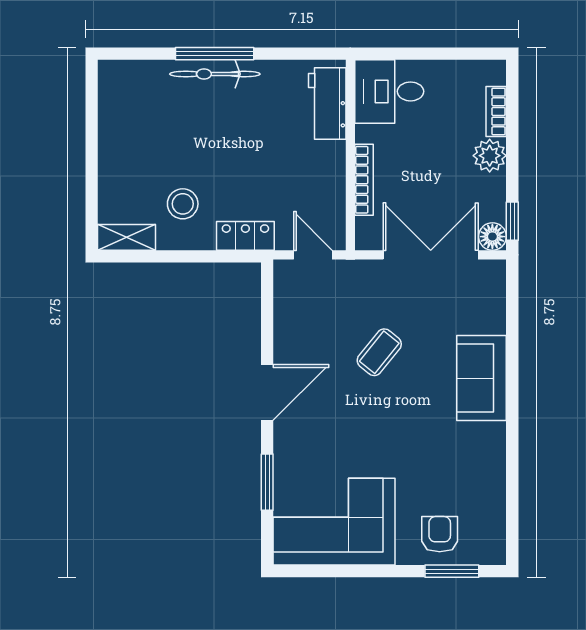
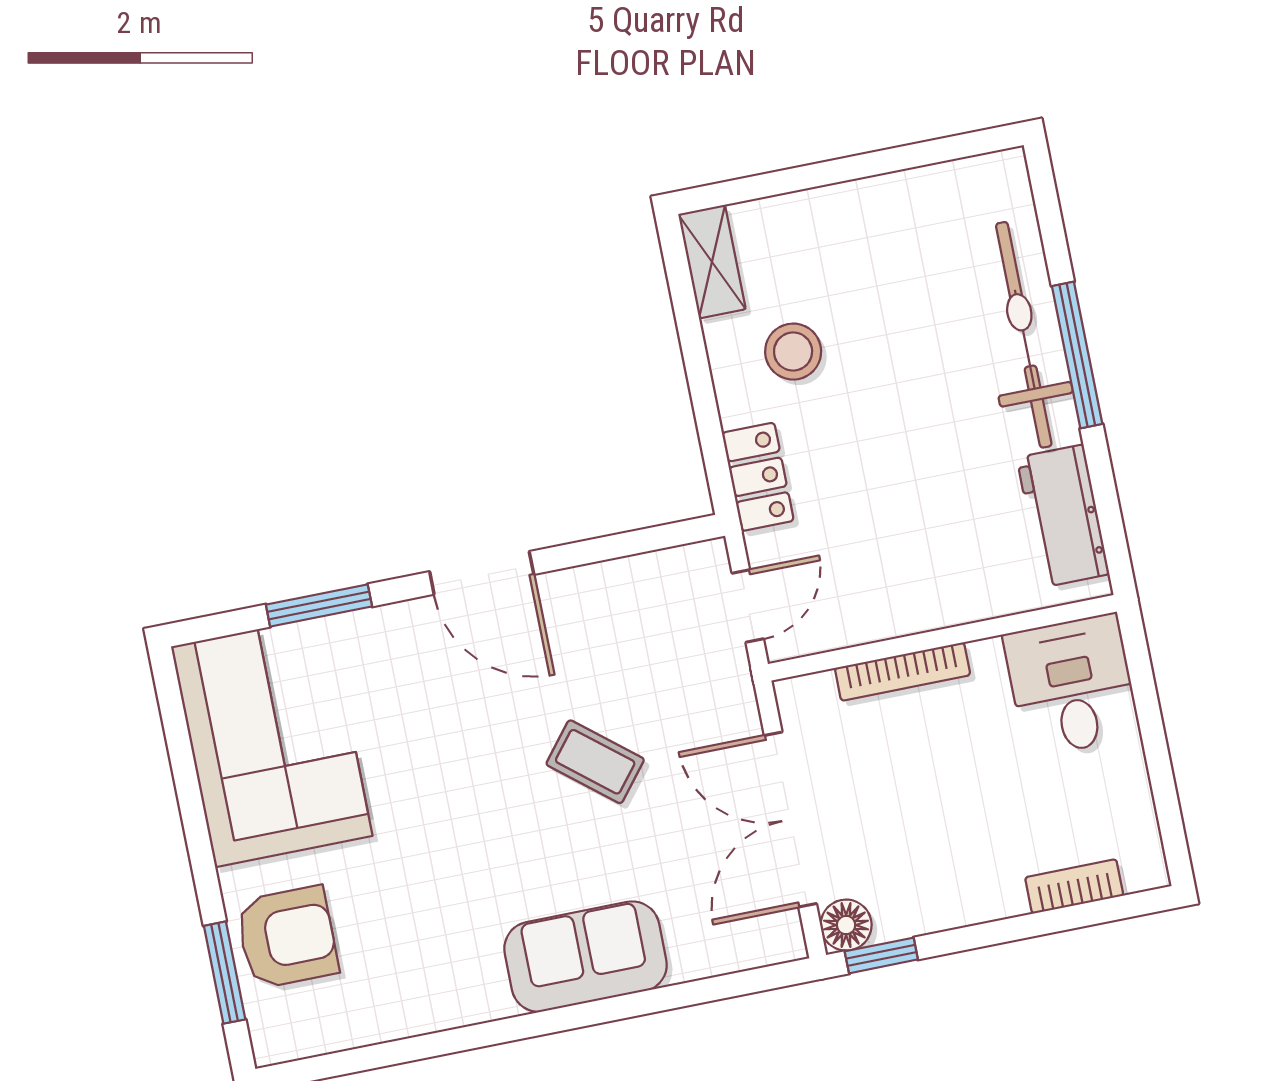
bicycle: (215, 74) -> (1024, 335), width x1.37, depth x1.40
workbench: (327, 103) -> (1063, 516), moved, turned -90
plant: (490, 156) -> (992, 891), removed
double door: (431, 255) -> (790, 820), swing flipped
armchair: (440, 534) -> (287, 937), width x1.38, depth x1.38

